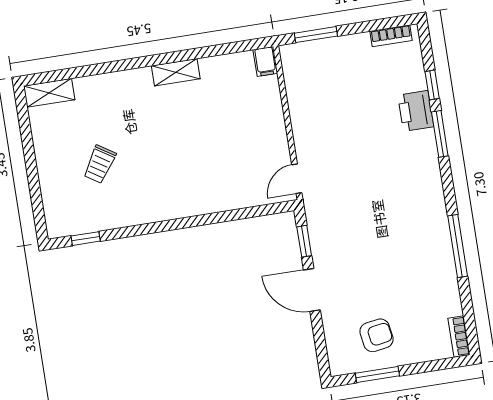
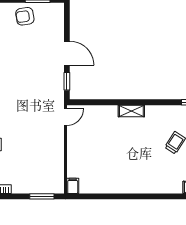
shelving: (176, 72) -> (131, 111), moved
armchair: (376, 335) -> (25, 16), moved

